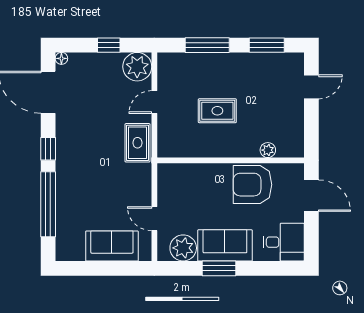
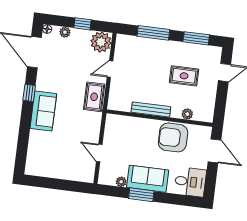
plant: (86, 60) -> (65, 32), added
rug: (217, 111) -> (184, 76), moved
bench: (217, 150) -> (151, 109), added
window: (48, 204) -> (24, 133), removed
sofa: (112, 246) -> (43, 111), moved, turned 90
plant: (183, 248) -> (121, 182), width x0.53, depth x0.53

